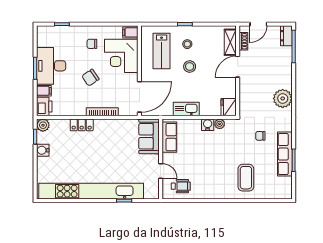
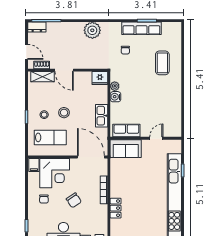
coffee table: (246, 178) -> (162, 63), turned 90
wheelchair: (181, 186) -> (170, 120), removed

